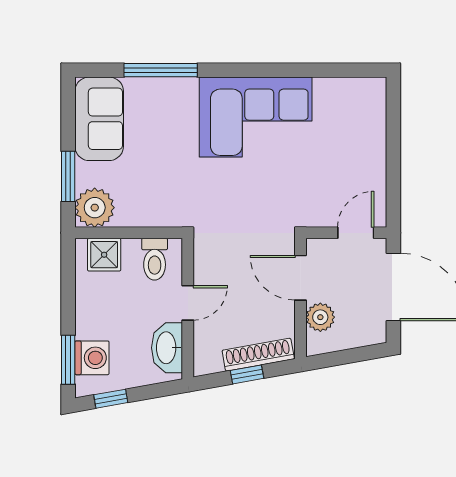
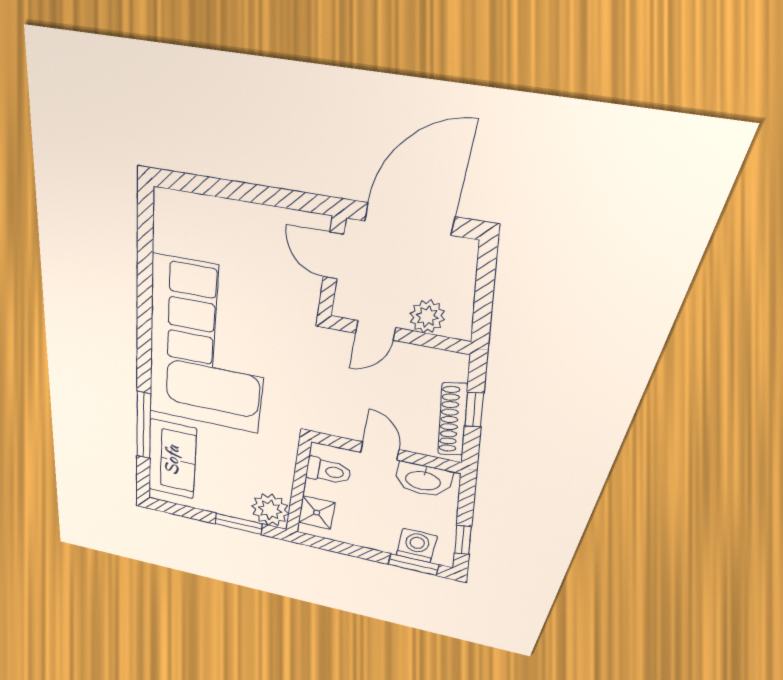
corner sofa: (256, 117) -> (208, 348), width x1.36, depth x1.36
sofa: (99, 119) -> (172, 460), moved, turned 90
door: (301, 278) -> (375, 330), width x0.73
shoe rack: (258, 355) -> (453, 420), moved

